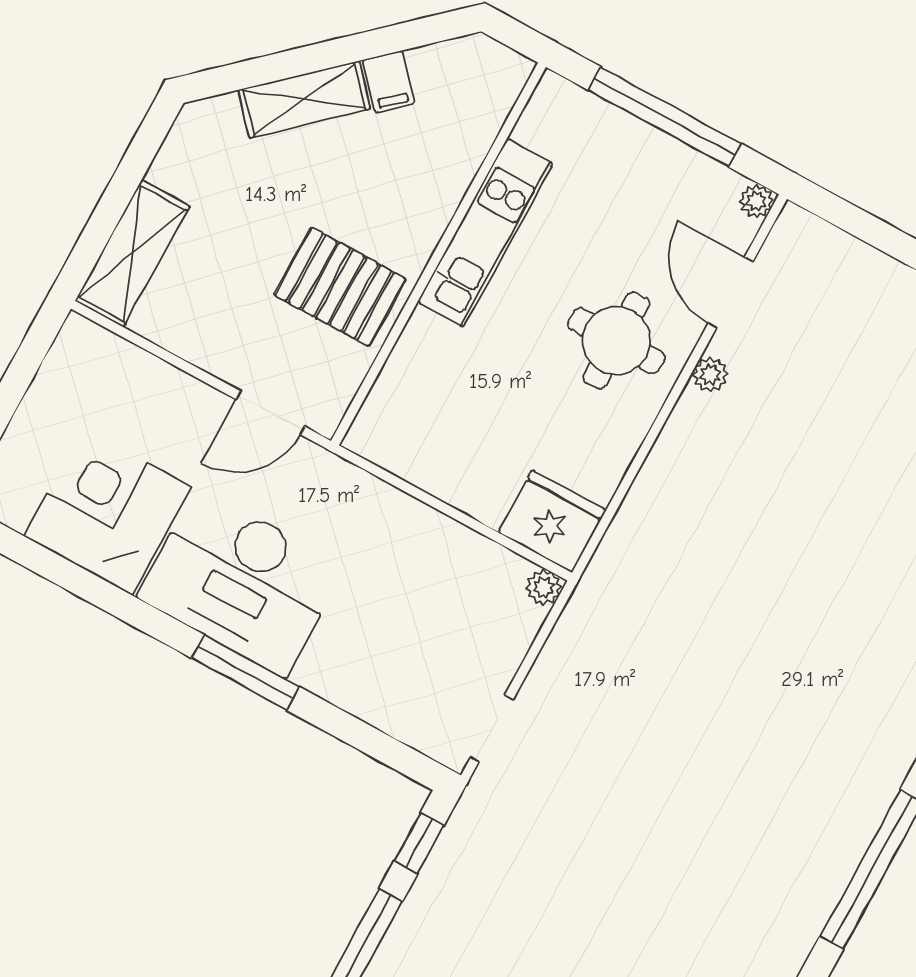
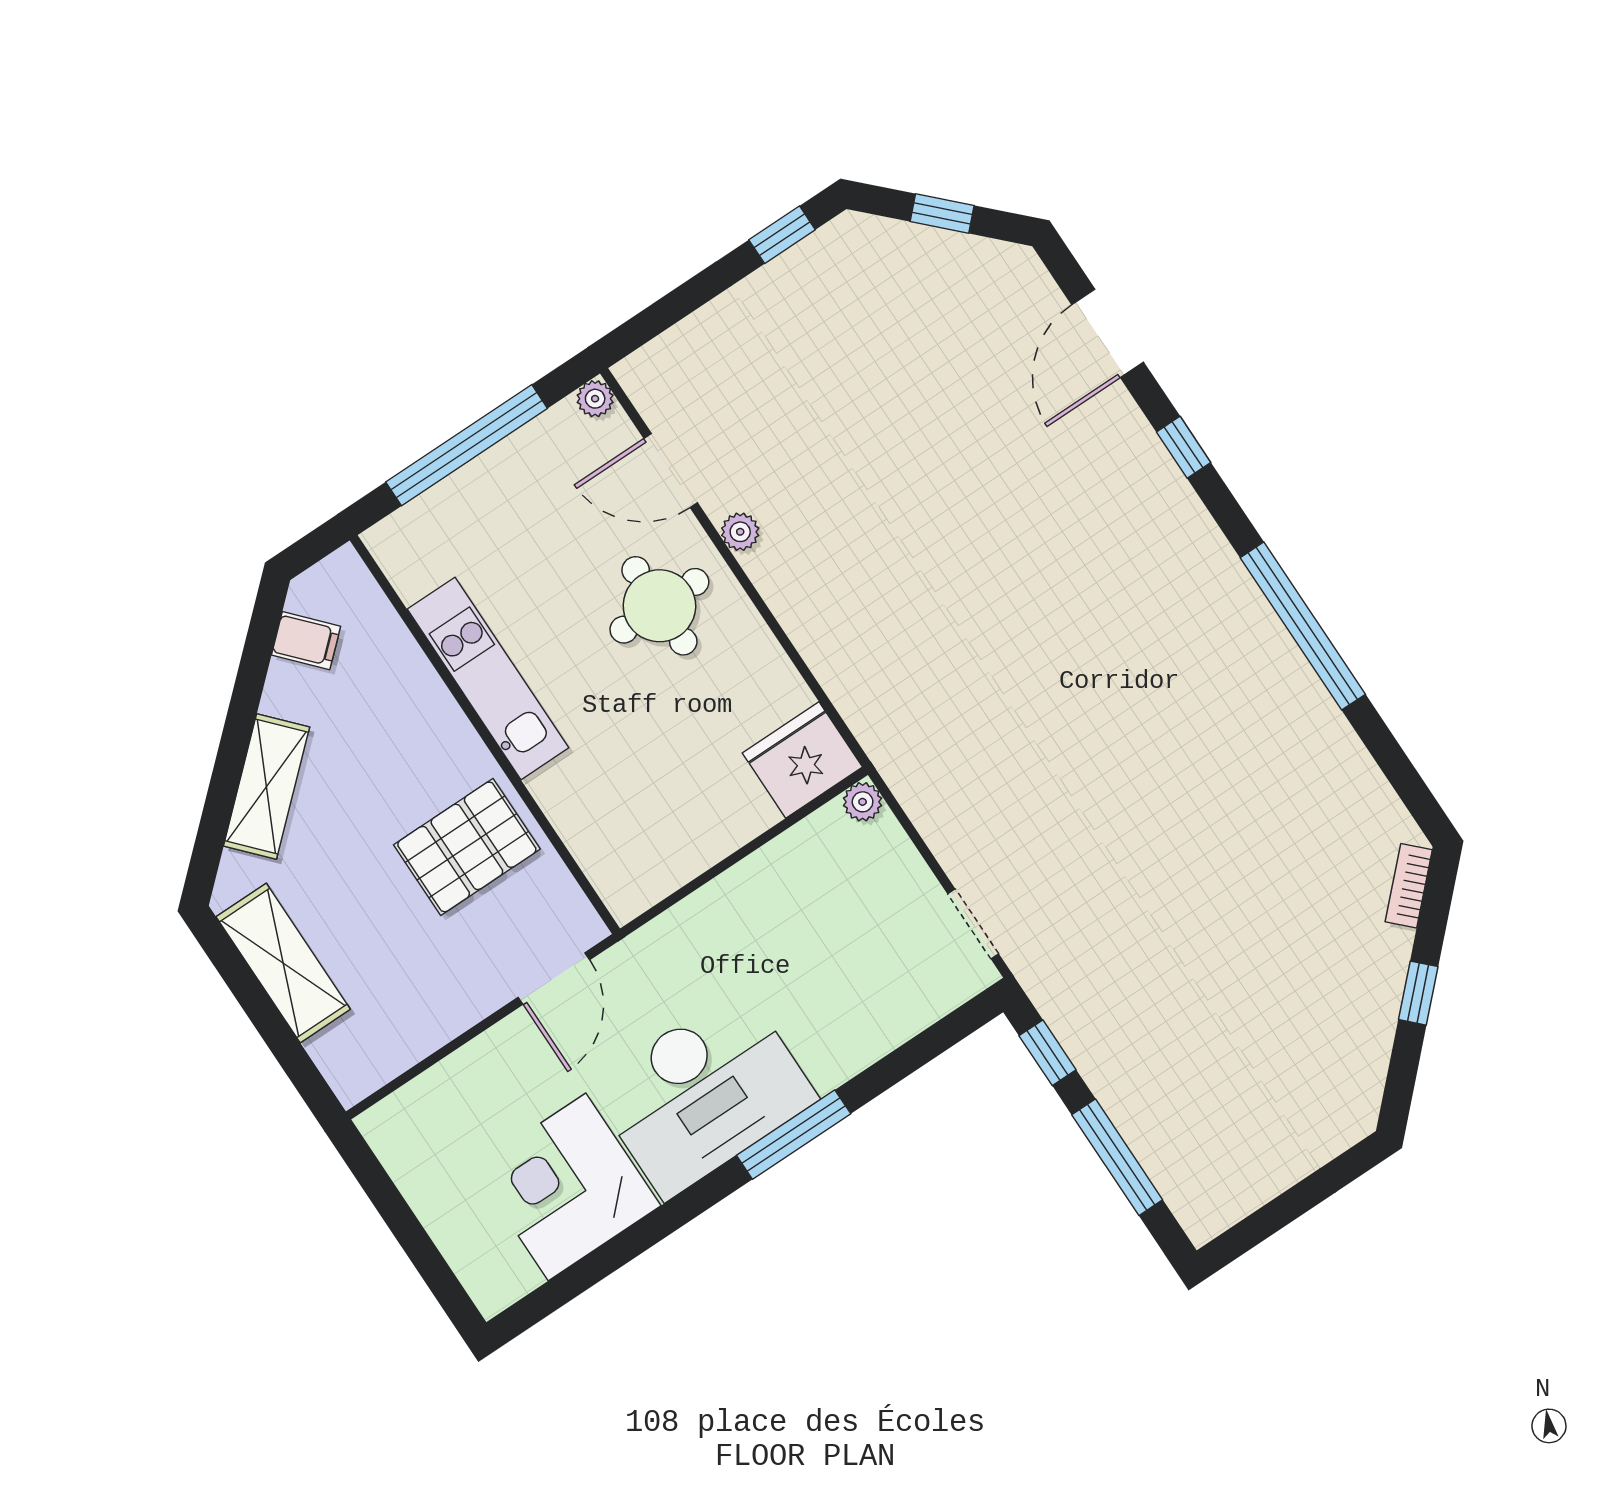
filing cabinet: (389, 82) -> (306, 641), moved
shelving: (132, 253) -> (283, 963), moved

